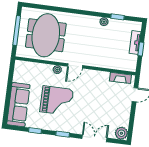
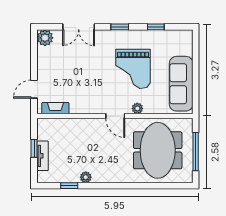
door: (75, 66) -> (115, 116), swing flipped
grand piano: (57, 101) -> (133, 69), turned -90
sofa: (18, 105) -> (181, 84), moved

